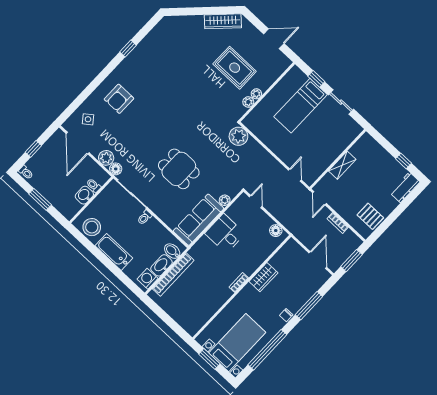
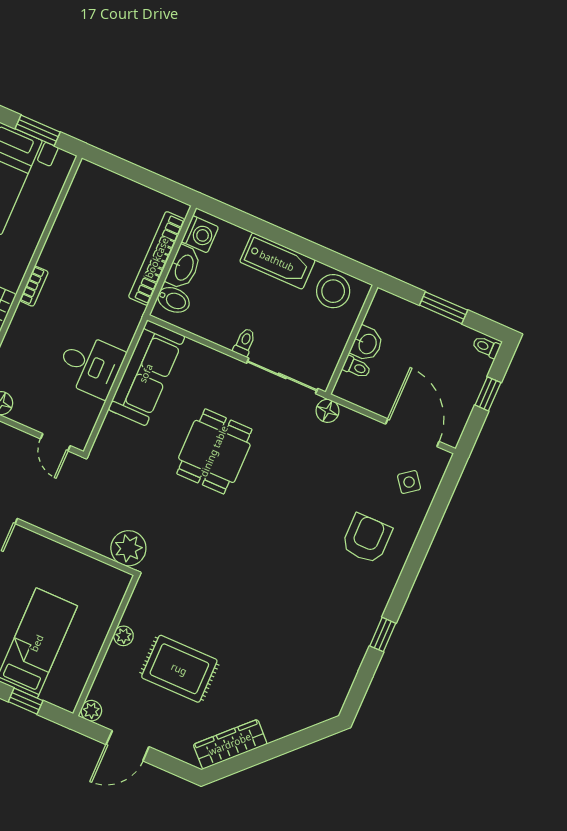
plant: (248, 102) -> (91, 711), moved
plant: (106, 158) -> (352, 425), removed
dining table: (179, 169) -> (214, 451), turned 90
plant: (225, 200) -> (112, 425), removed

